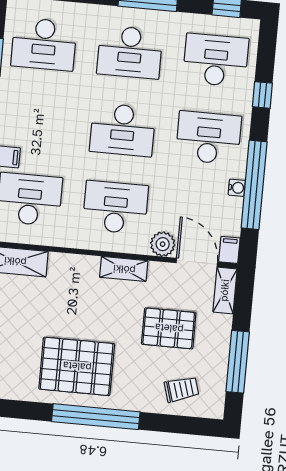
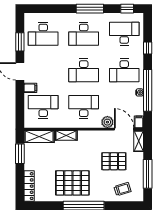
desk: (208, 138) -> (124, 70), turned 180
shelving: (124, 269) -> (66, 135), moved

